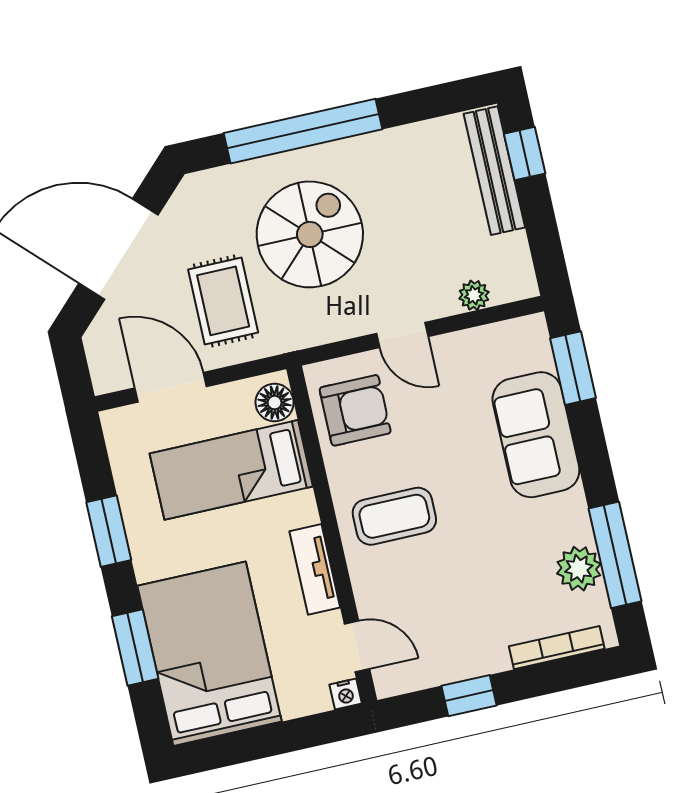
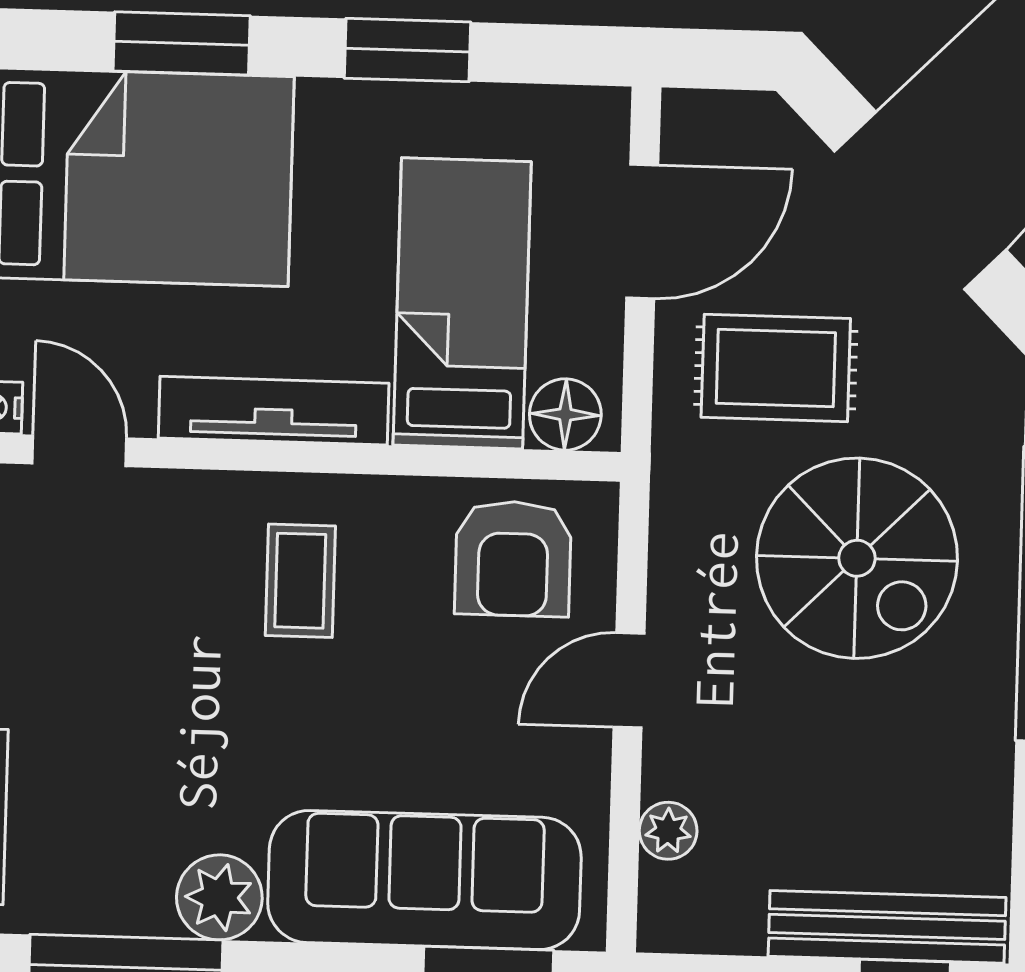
sofa: (536, 435) -> (424, 880), width x1.36
coffee table: (394, 516) -> (300, 581), width x0.73, depth x0.77
tv unit: (315, 569) -> (274, 411), width x1.41
plant: (579, 569) -> (219, 897), moved
door: (357, 646) -> (79, 451), swing flipped

